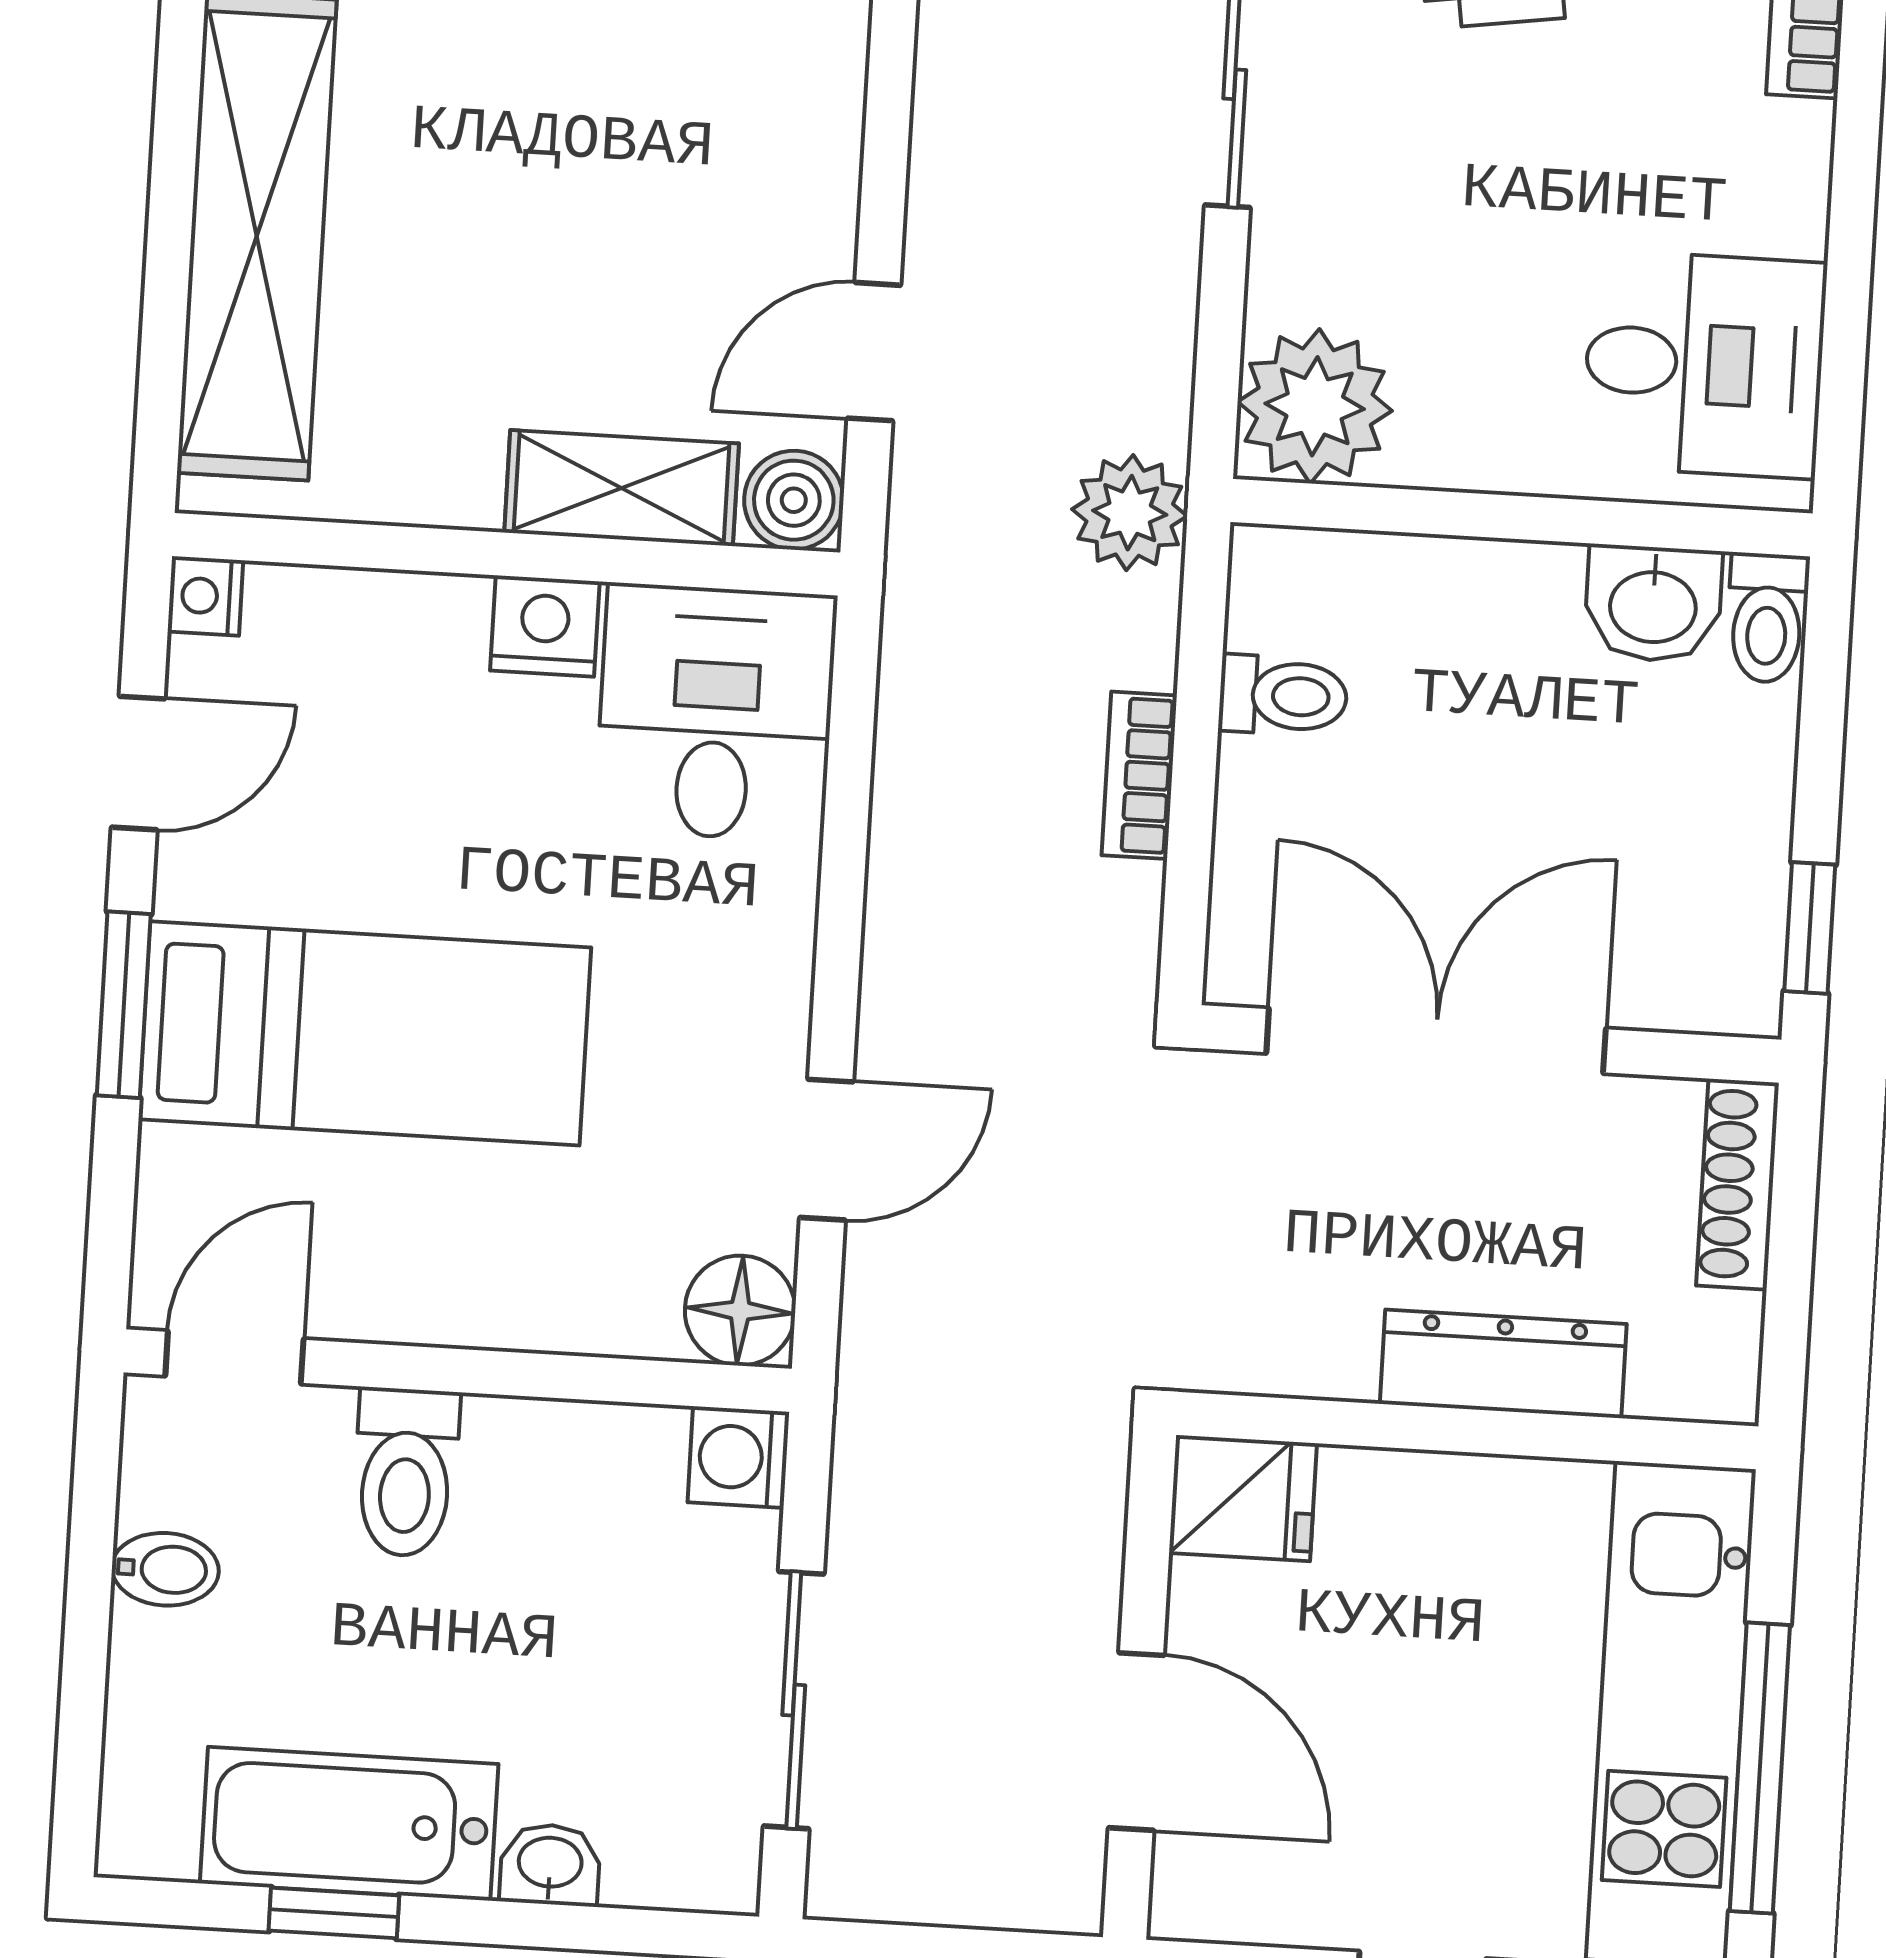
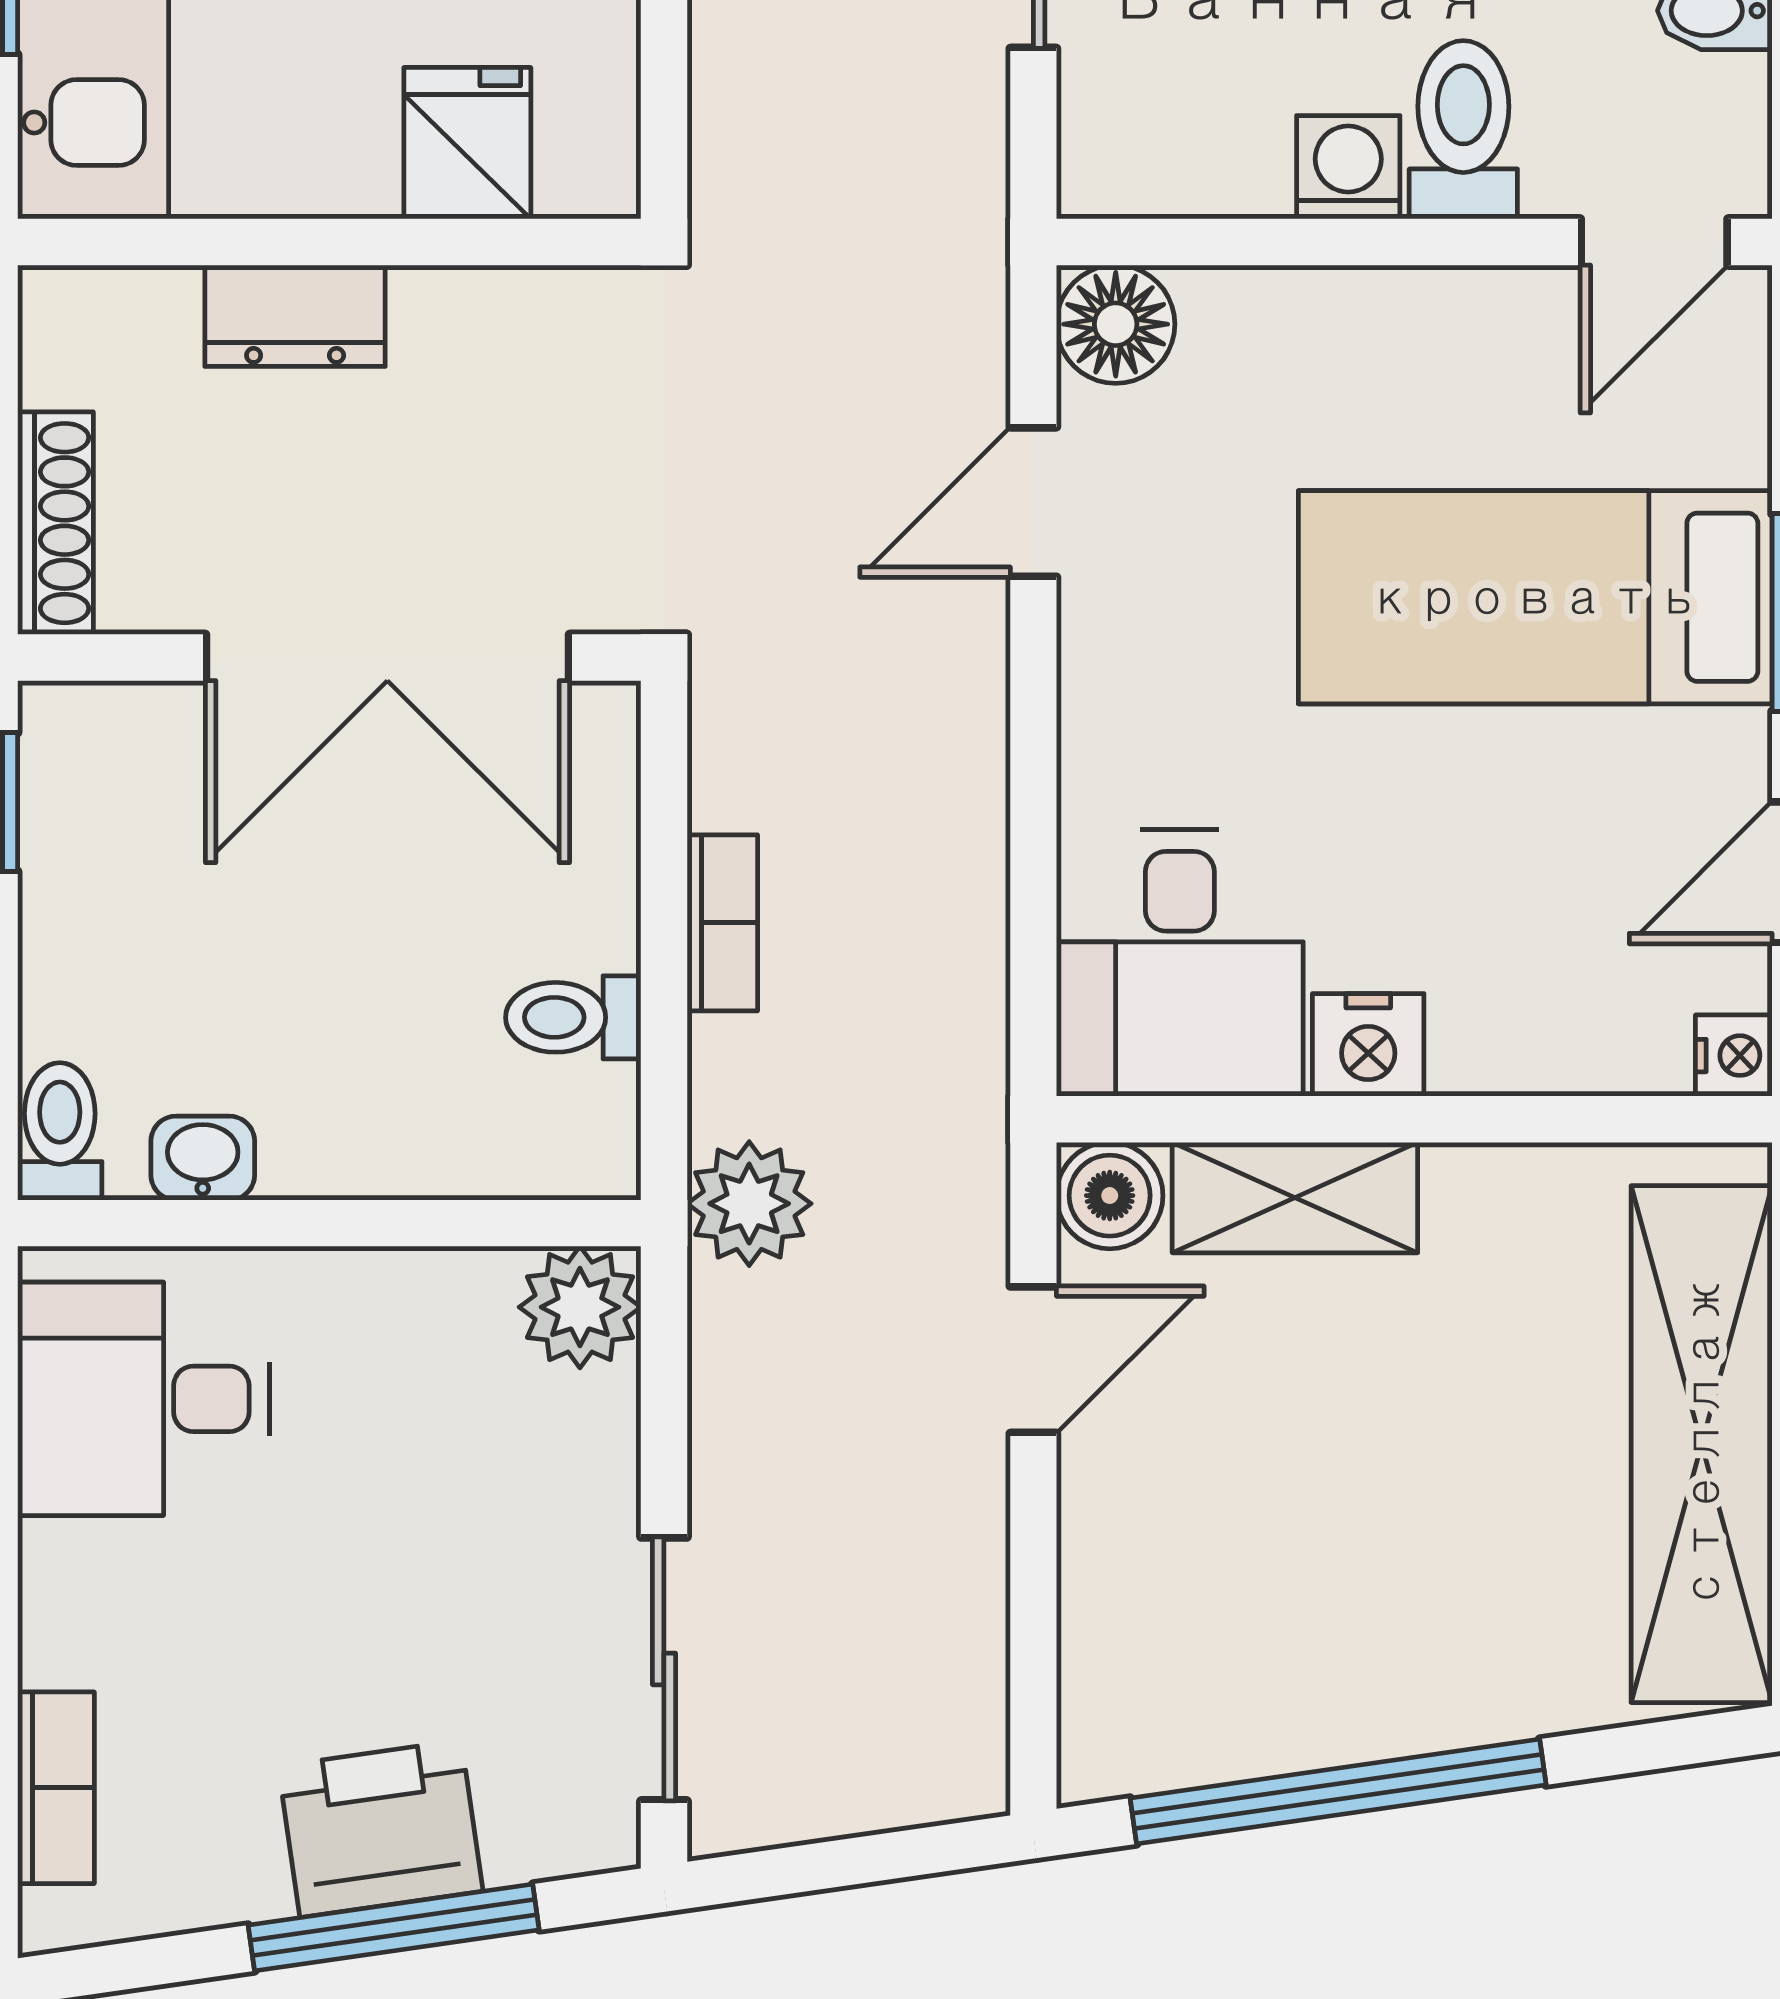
plant: (1315, 406) -> (580, 1307), width x0.73, depth x0.73
washbasin: (1653, 604) -> (203, 1158), width x0.72, depth x0.69
dresser: (1503, 1364) -> (295, 316), width x0.70
washing machine: (738, 1457) -> (1348, 167), moved, turned -90
fridge: (1243, 1498) -> (467, 143), moved, turned 90

